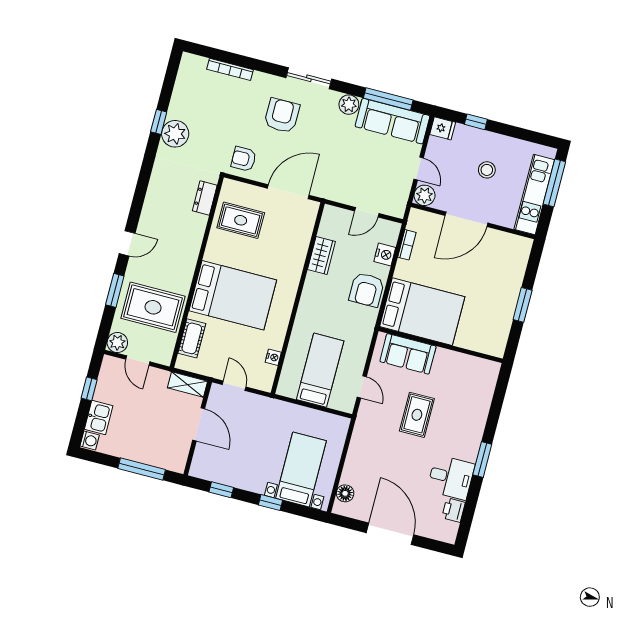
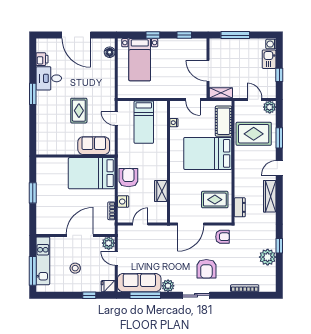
plant: (175, 134) -> (268, 257), moved
wardrobe: (153, 203) -> (270, 196), added
cot: (192, 338) -> (224, 121), width x1.37, depth x1.34

